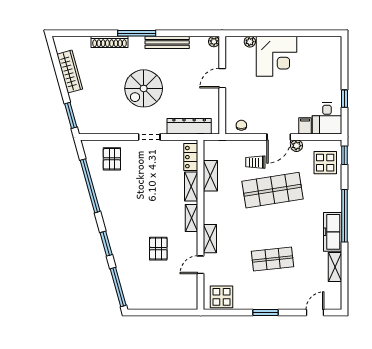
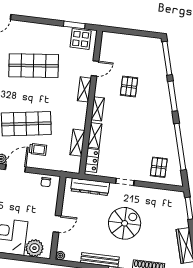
plant: (250, 42) -> (34, 248), width x1.88, depth x1.88
window: (106, 244) -> (173, 96), width x1.44
shop shelf: (272, 259) -> (34, 66), width x1.43, depth x1.36
window: (265, 312) -> (74, 25), moved

